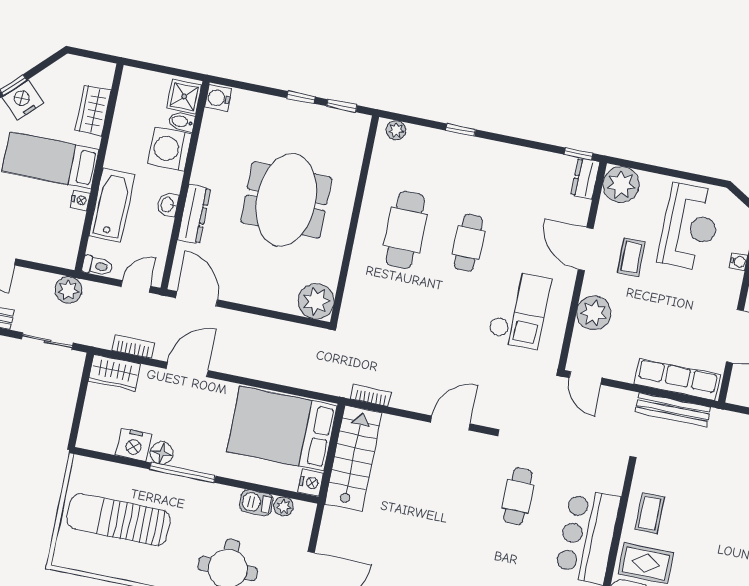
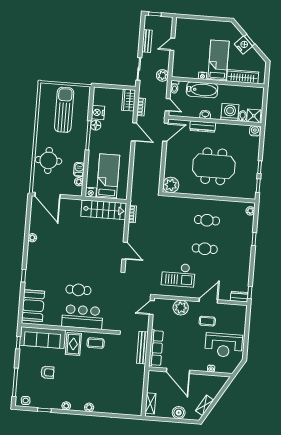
wardrobe: (93, 111) -> (243, 77), width x1.50
plant: (621, 185) -> (239, 313), removed
cafe table: (405, 230) -> (207, 220), width x0.73, depth x0.74
bed: (282, 429) -> (108, 176), width x0.67
cafe table: (518, 496) -> (78, 290), moved

